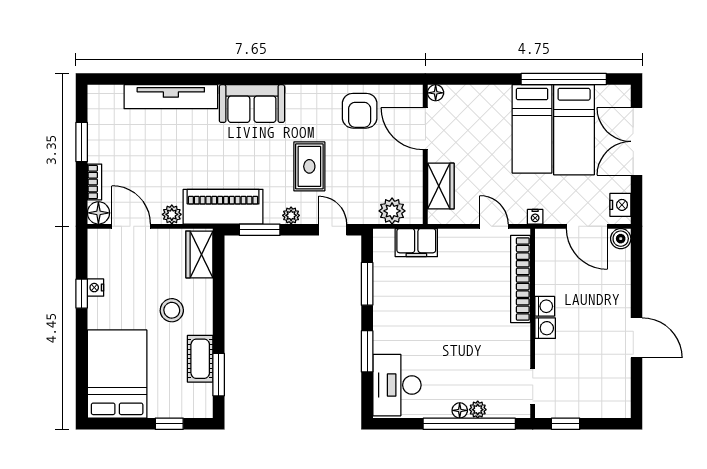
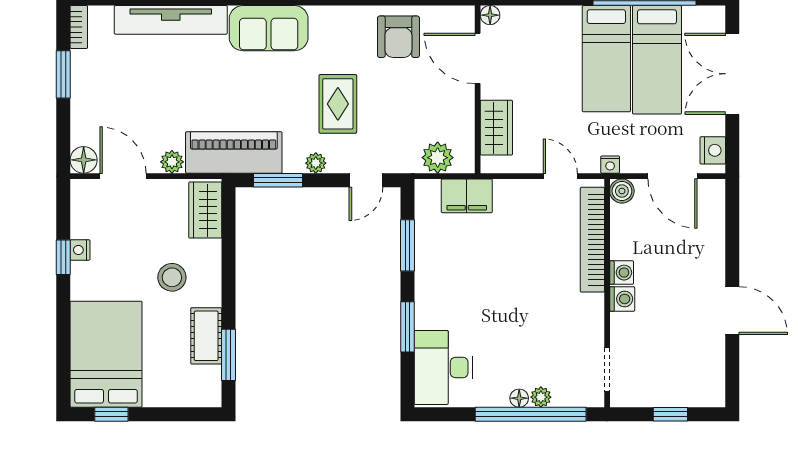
bookcase: (95, 182) -> (79, 27), moved
door: (333, 230) -> (366, 180), swing flipped
boiler: (621, 239) -> (622, 191), moved
window: (169, 424) -> (111, 414), moved
window: (566, 424) -> (670, 414), moved

